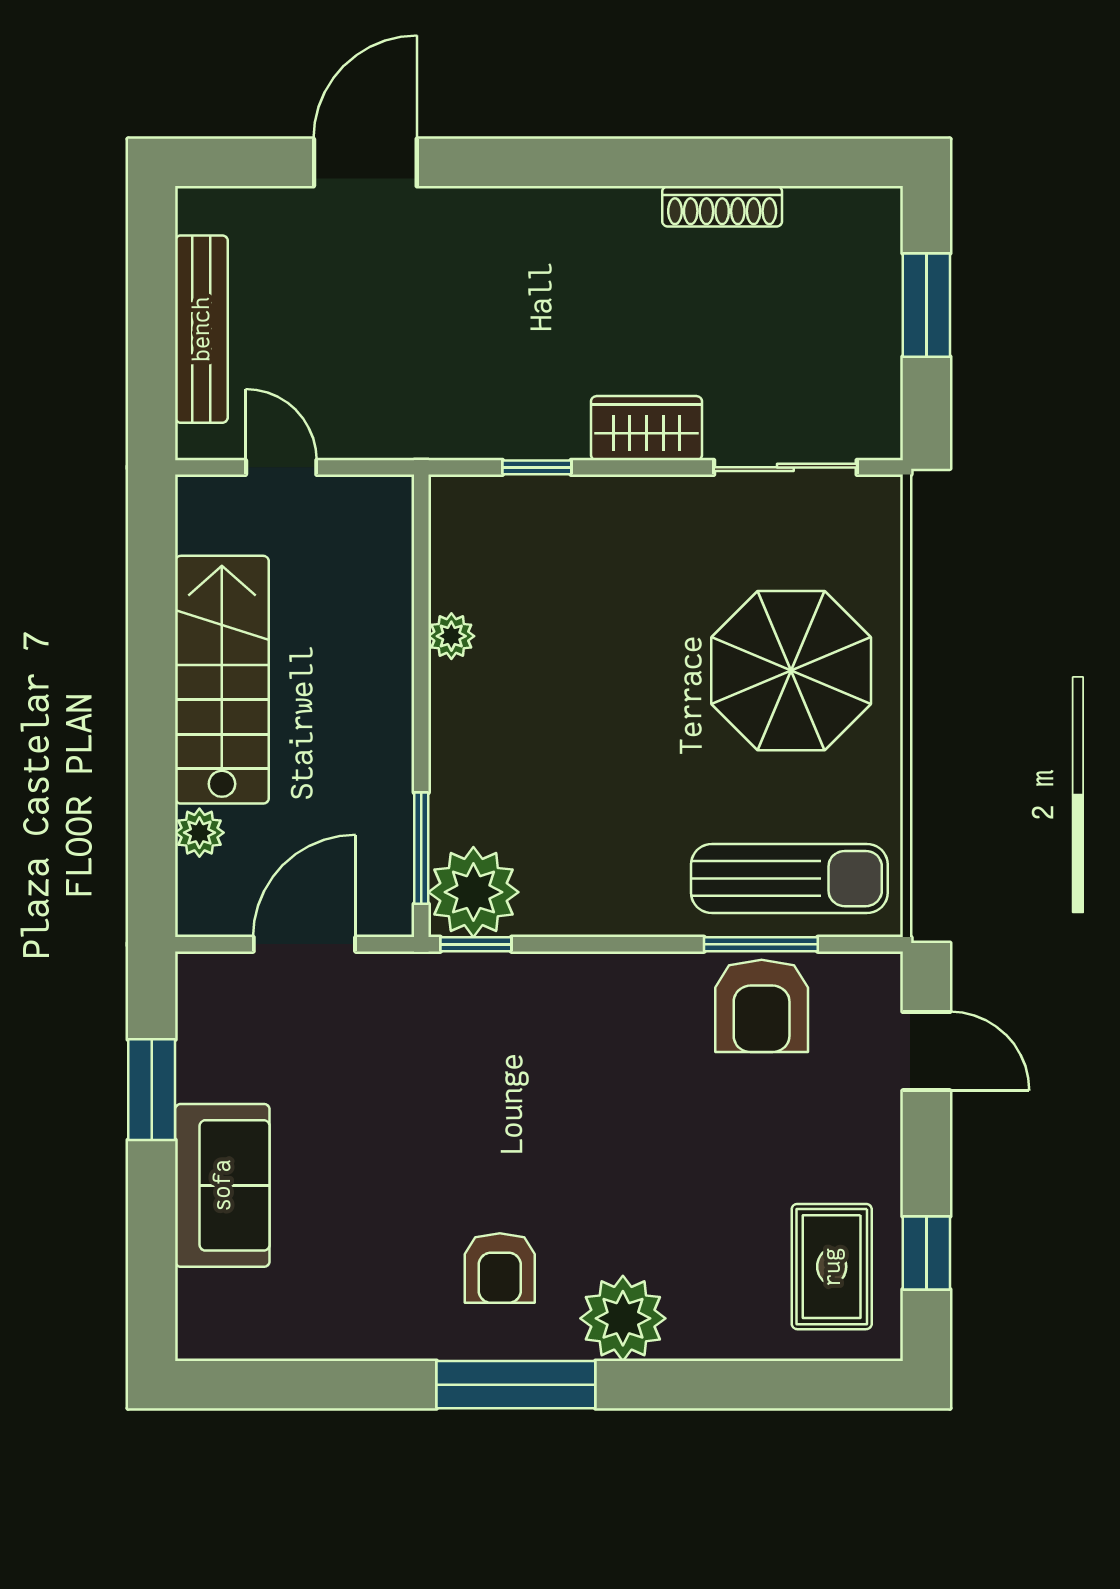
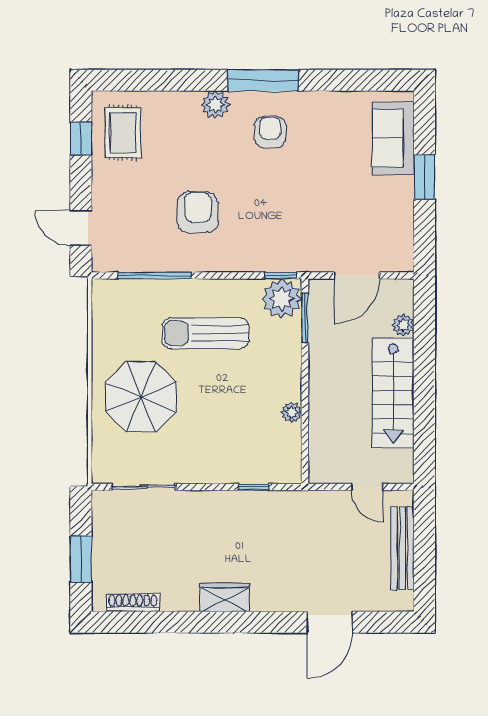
shoe rack: (722, 206) -> (133, 603), moved
wardrobe: (647, 428) -> (225, 597), moved, turned 180
sun lounger: (789, 879) -> (206, 333), moved
window: (761, 944) -> (154, 276), width x1.44
armchair: (762, 1006) -> (198, 212), moved
window: (152, 1090) -> (424, 177), moved
sofa: (222, 1185) -> (393, 138), moved
plant: (623, 1318) -> (215, 105), width x0.73, depth x0.73

